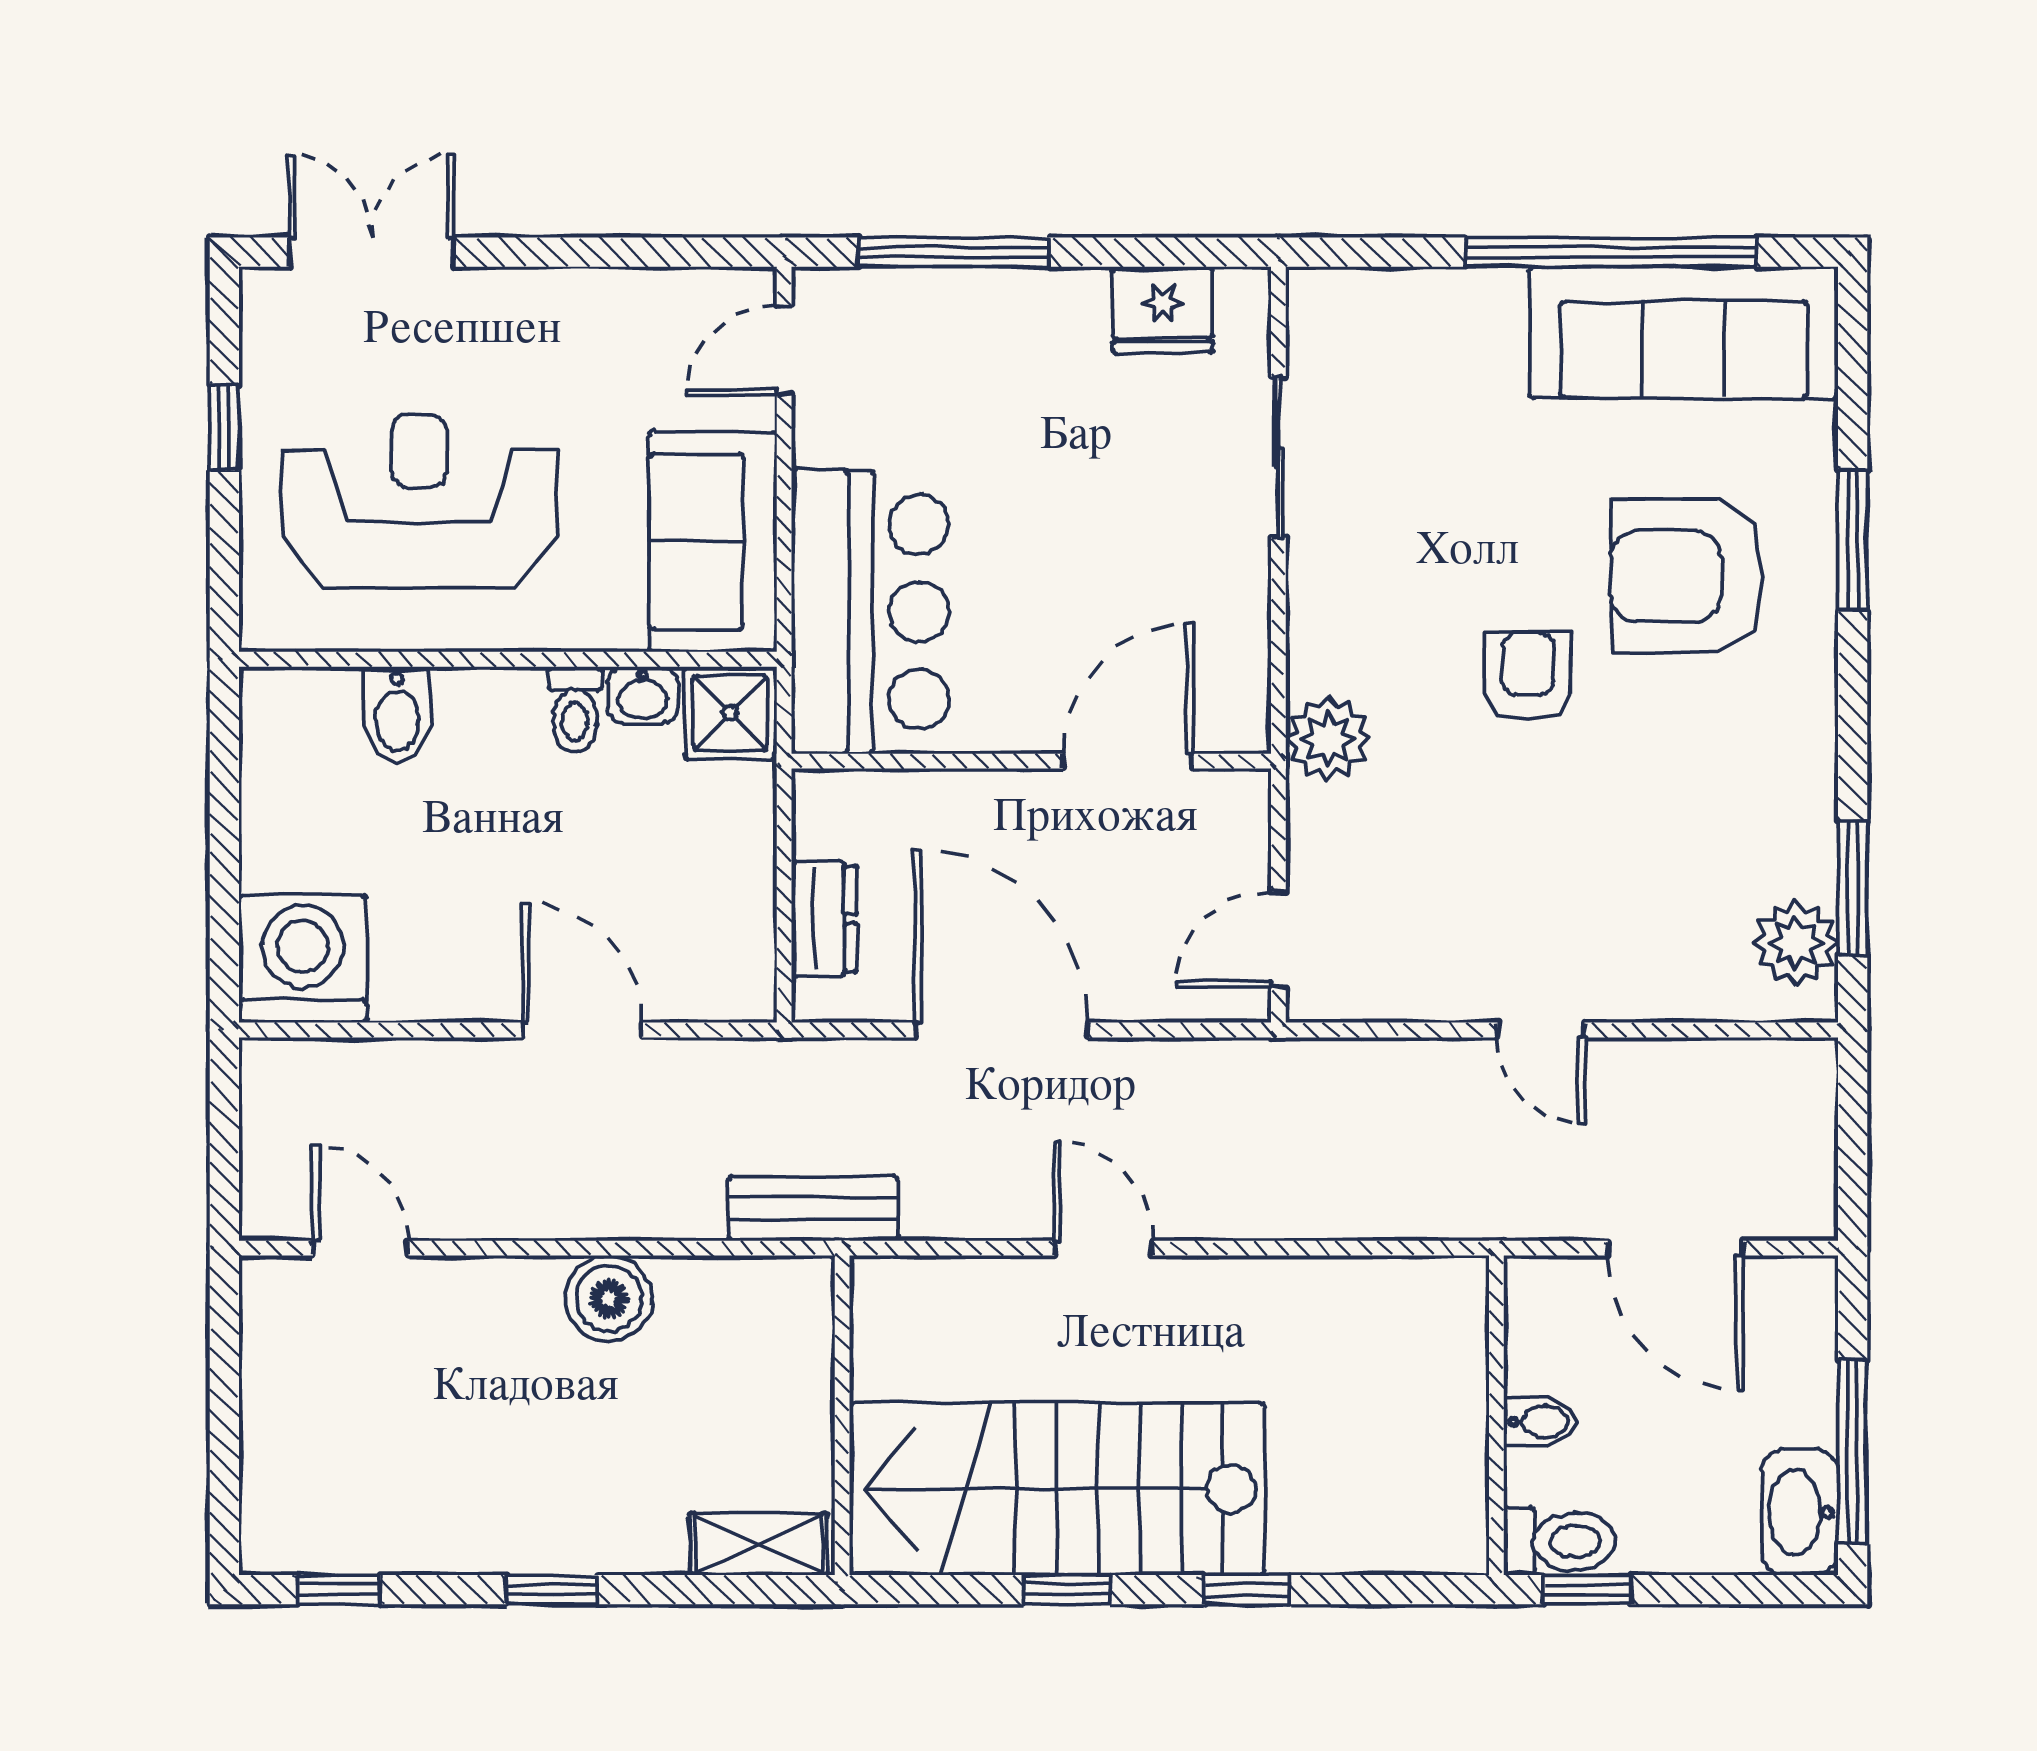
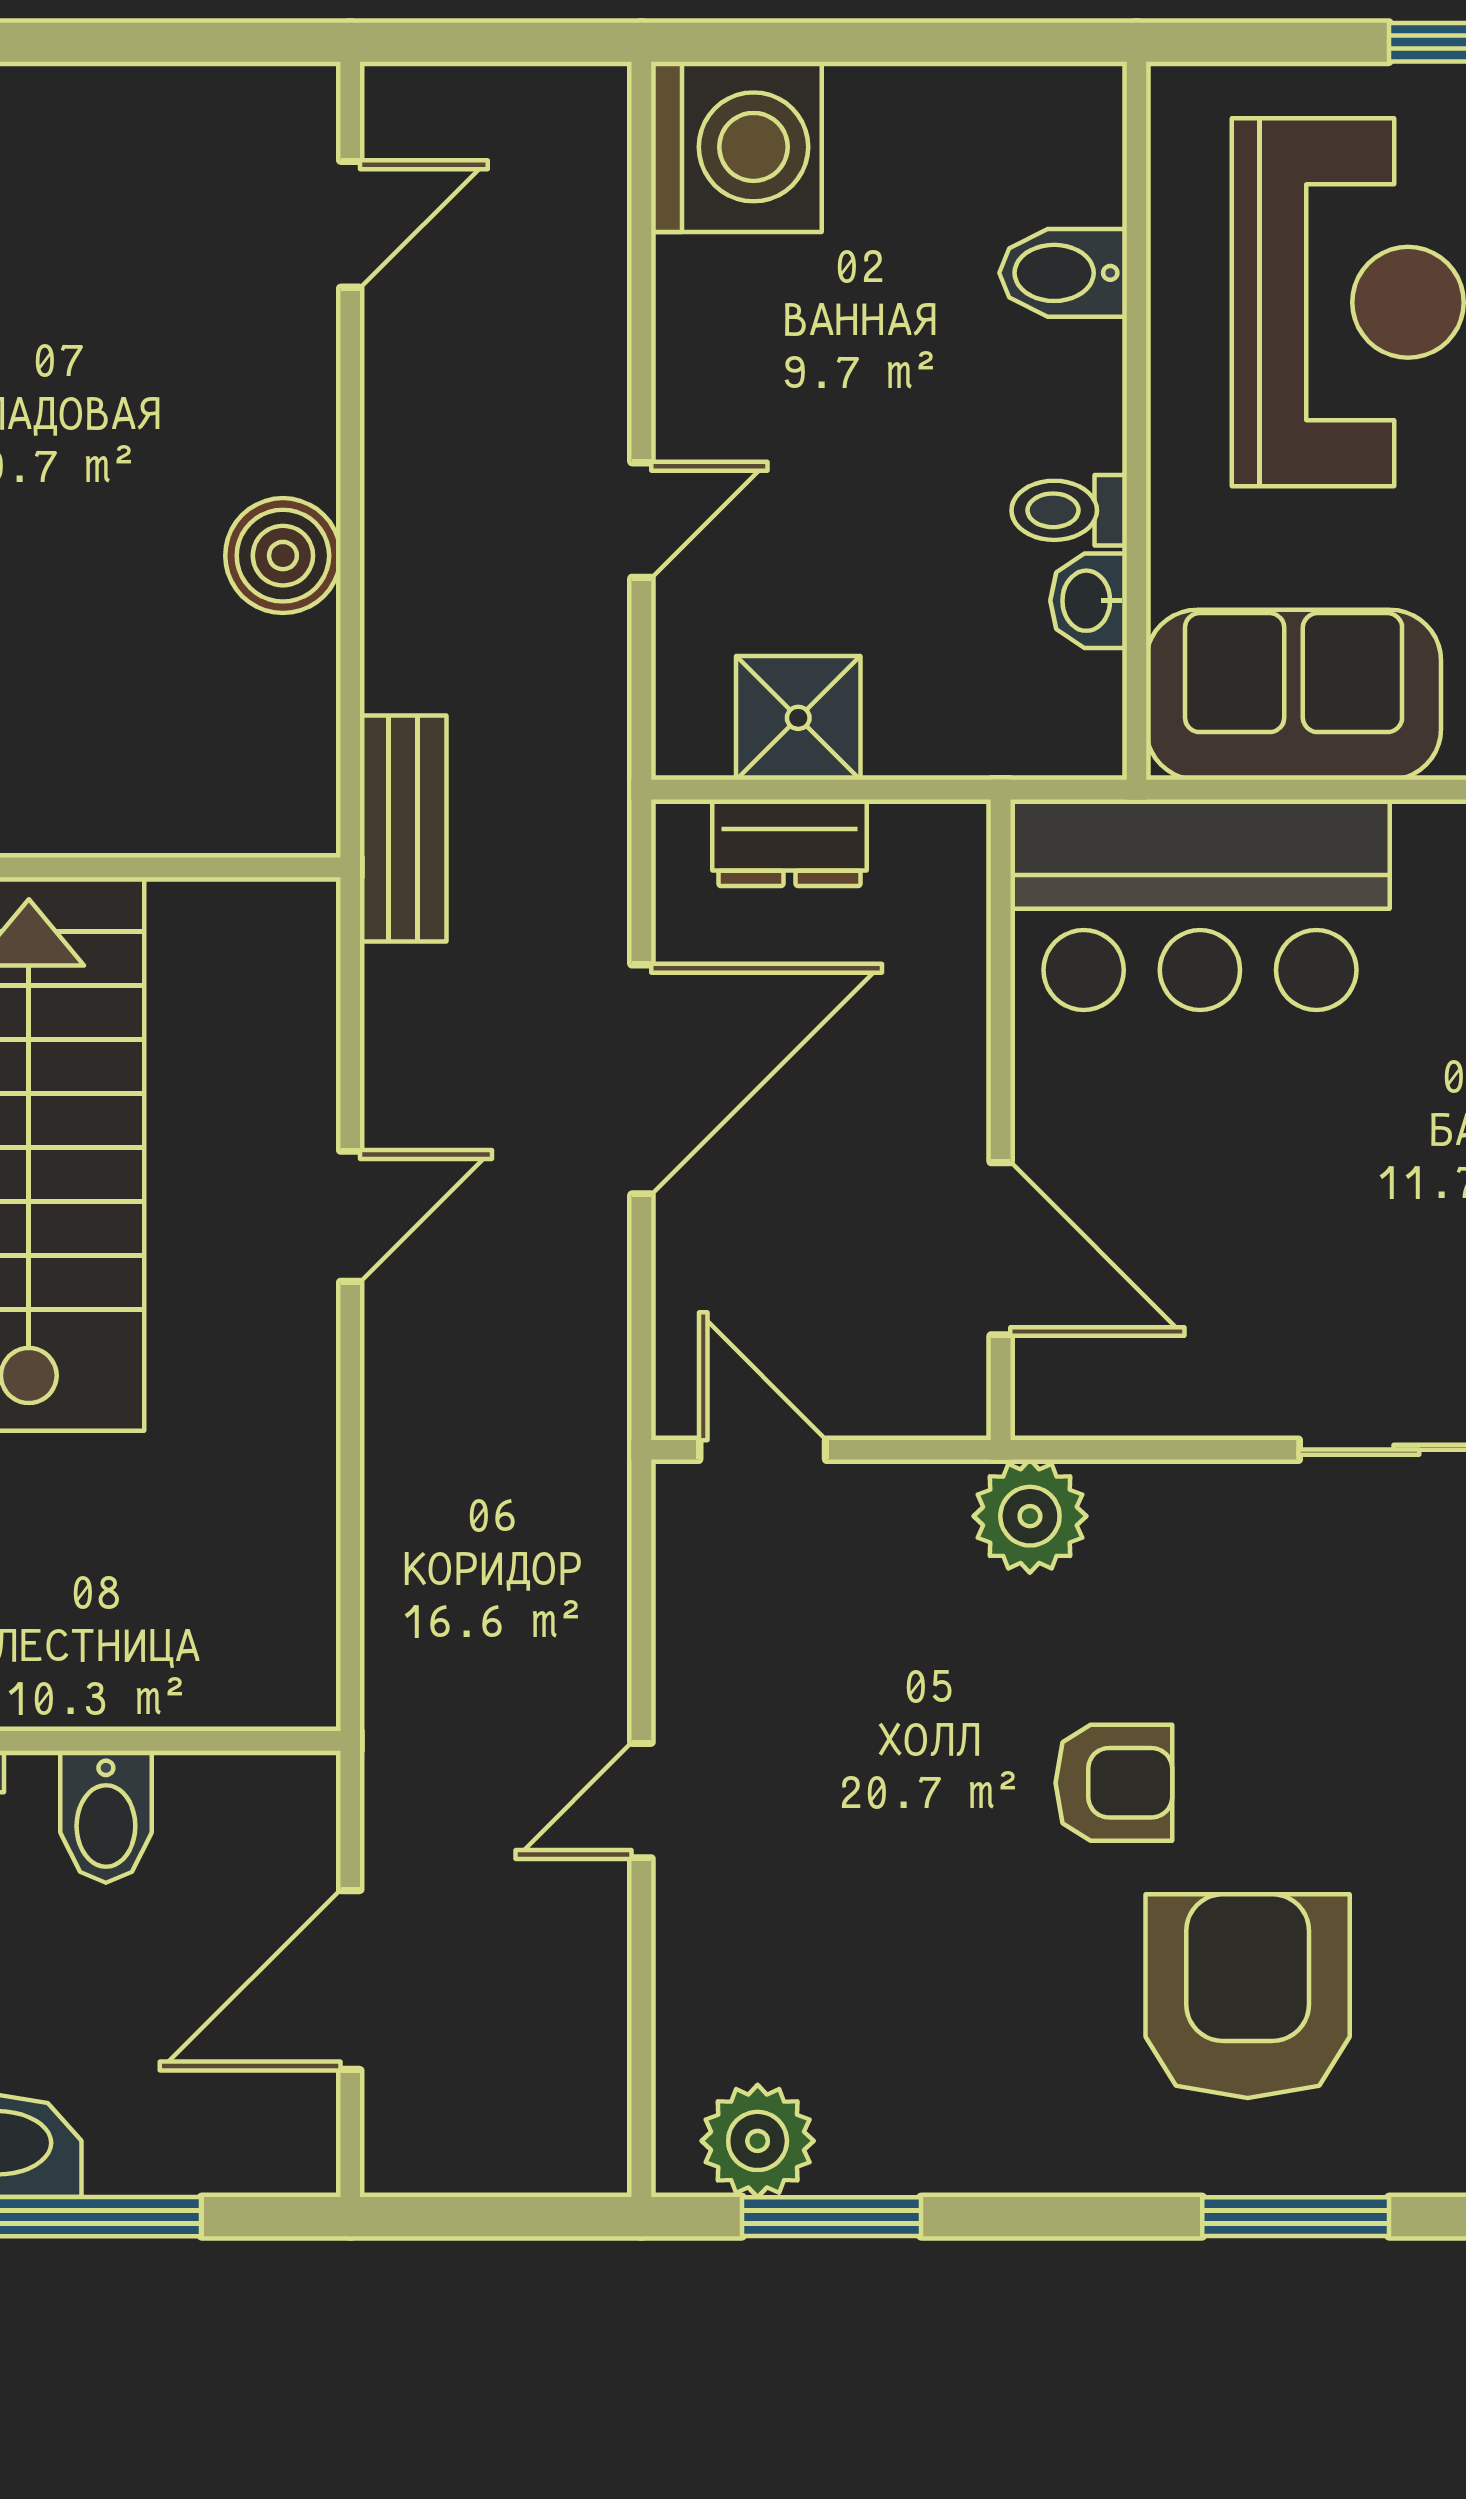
shower: (730, 713) -> (798, 718), moved
door: (582, 1030) -> (641, 520), width x0.73
bidet: (1540, 1422) -> (106, 1817), width x1.38, depth x1.36

